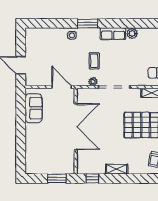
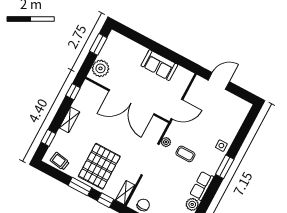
sofa: (34, 108) -> (159, 65), moved
plant: (62, 166) -> (101, 68), added
window: (57, 178) -> (98, 44), moved
window: (140, 178) -> (48, 138), added

